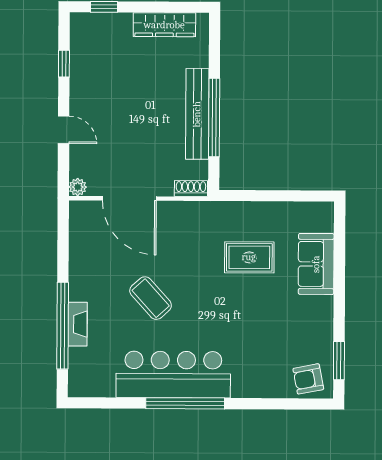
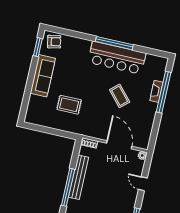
window: (214, 117) -> (68, 187), moved
sofa: (316, 264) -> (43, 76), moved, width x1.36

